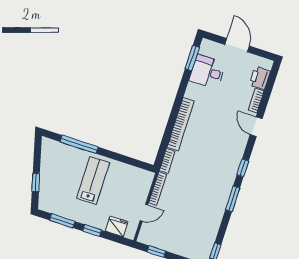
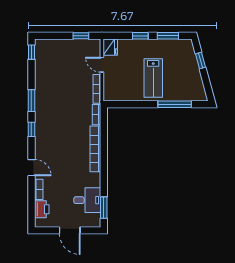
door: (144, 213) -> (102, 65), hinge flipped
fridge: (117, 226) -> (110, 47), moved, turned -90

